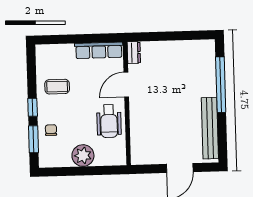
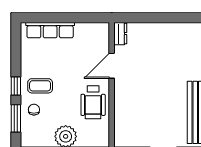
row of seats: (99, 50) -> (50, 30), moved
coffee table: (57, 87) -> (40, 86), moved

